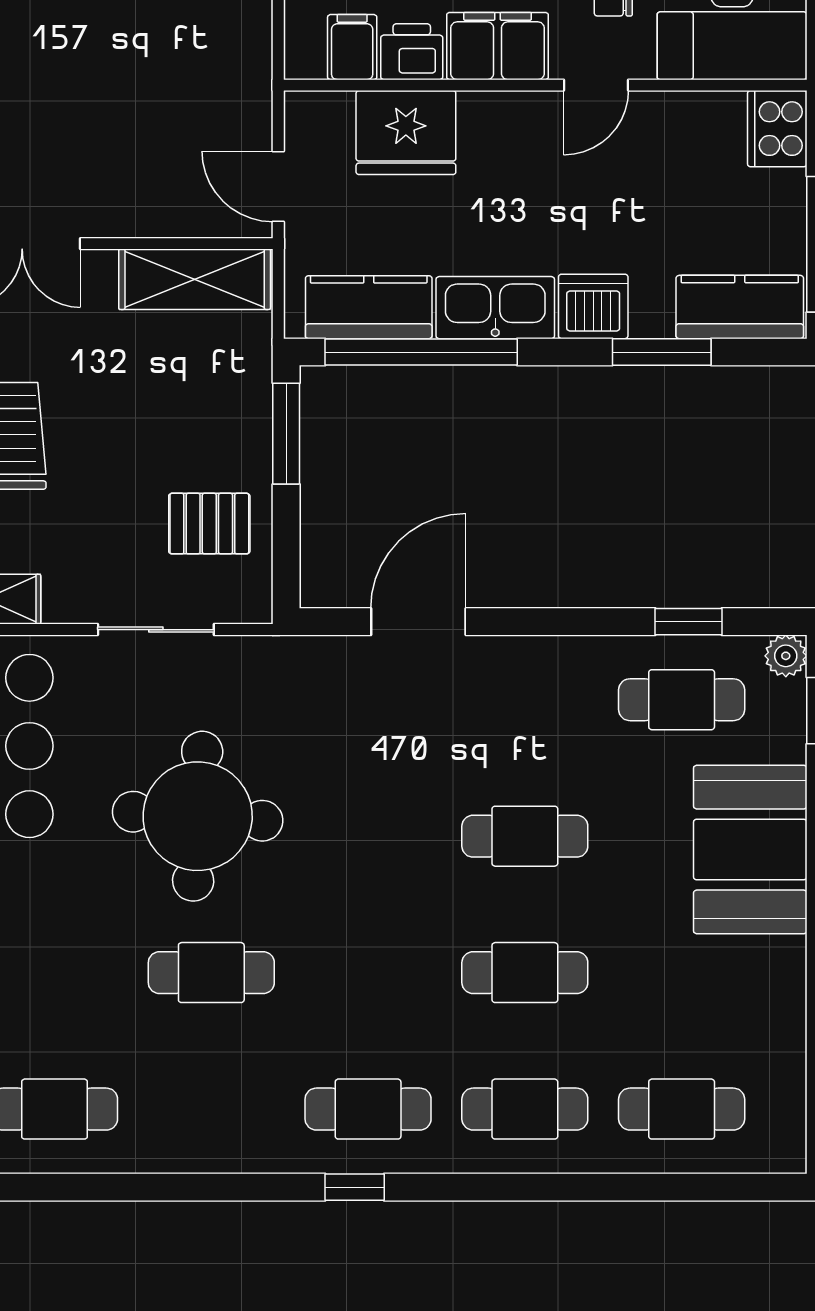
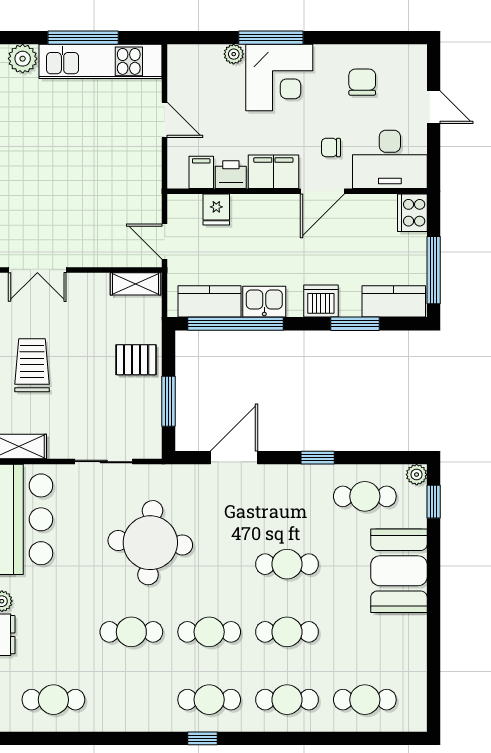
door: (596, 85) -> (322, 191), width x1.37
fridge: (406, 133) -> (216, 209), width x0.53, depth x0.75
shelving: (195, 279) -> (136, 284), width x0.67, depth x0.75
kitchen sink: (495, 308) -> (264, 302), width x0.73
window: (286, 434) -> (168, 401), moved
pallet: (209, 524) -> (136, 360), moved
window: (688, 622) -> (318, 458), moved
round table: (198, 816) -> (150, 543), moved
cafe table: (368, 973) -> (209, 632), added

